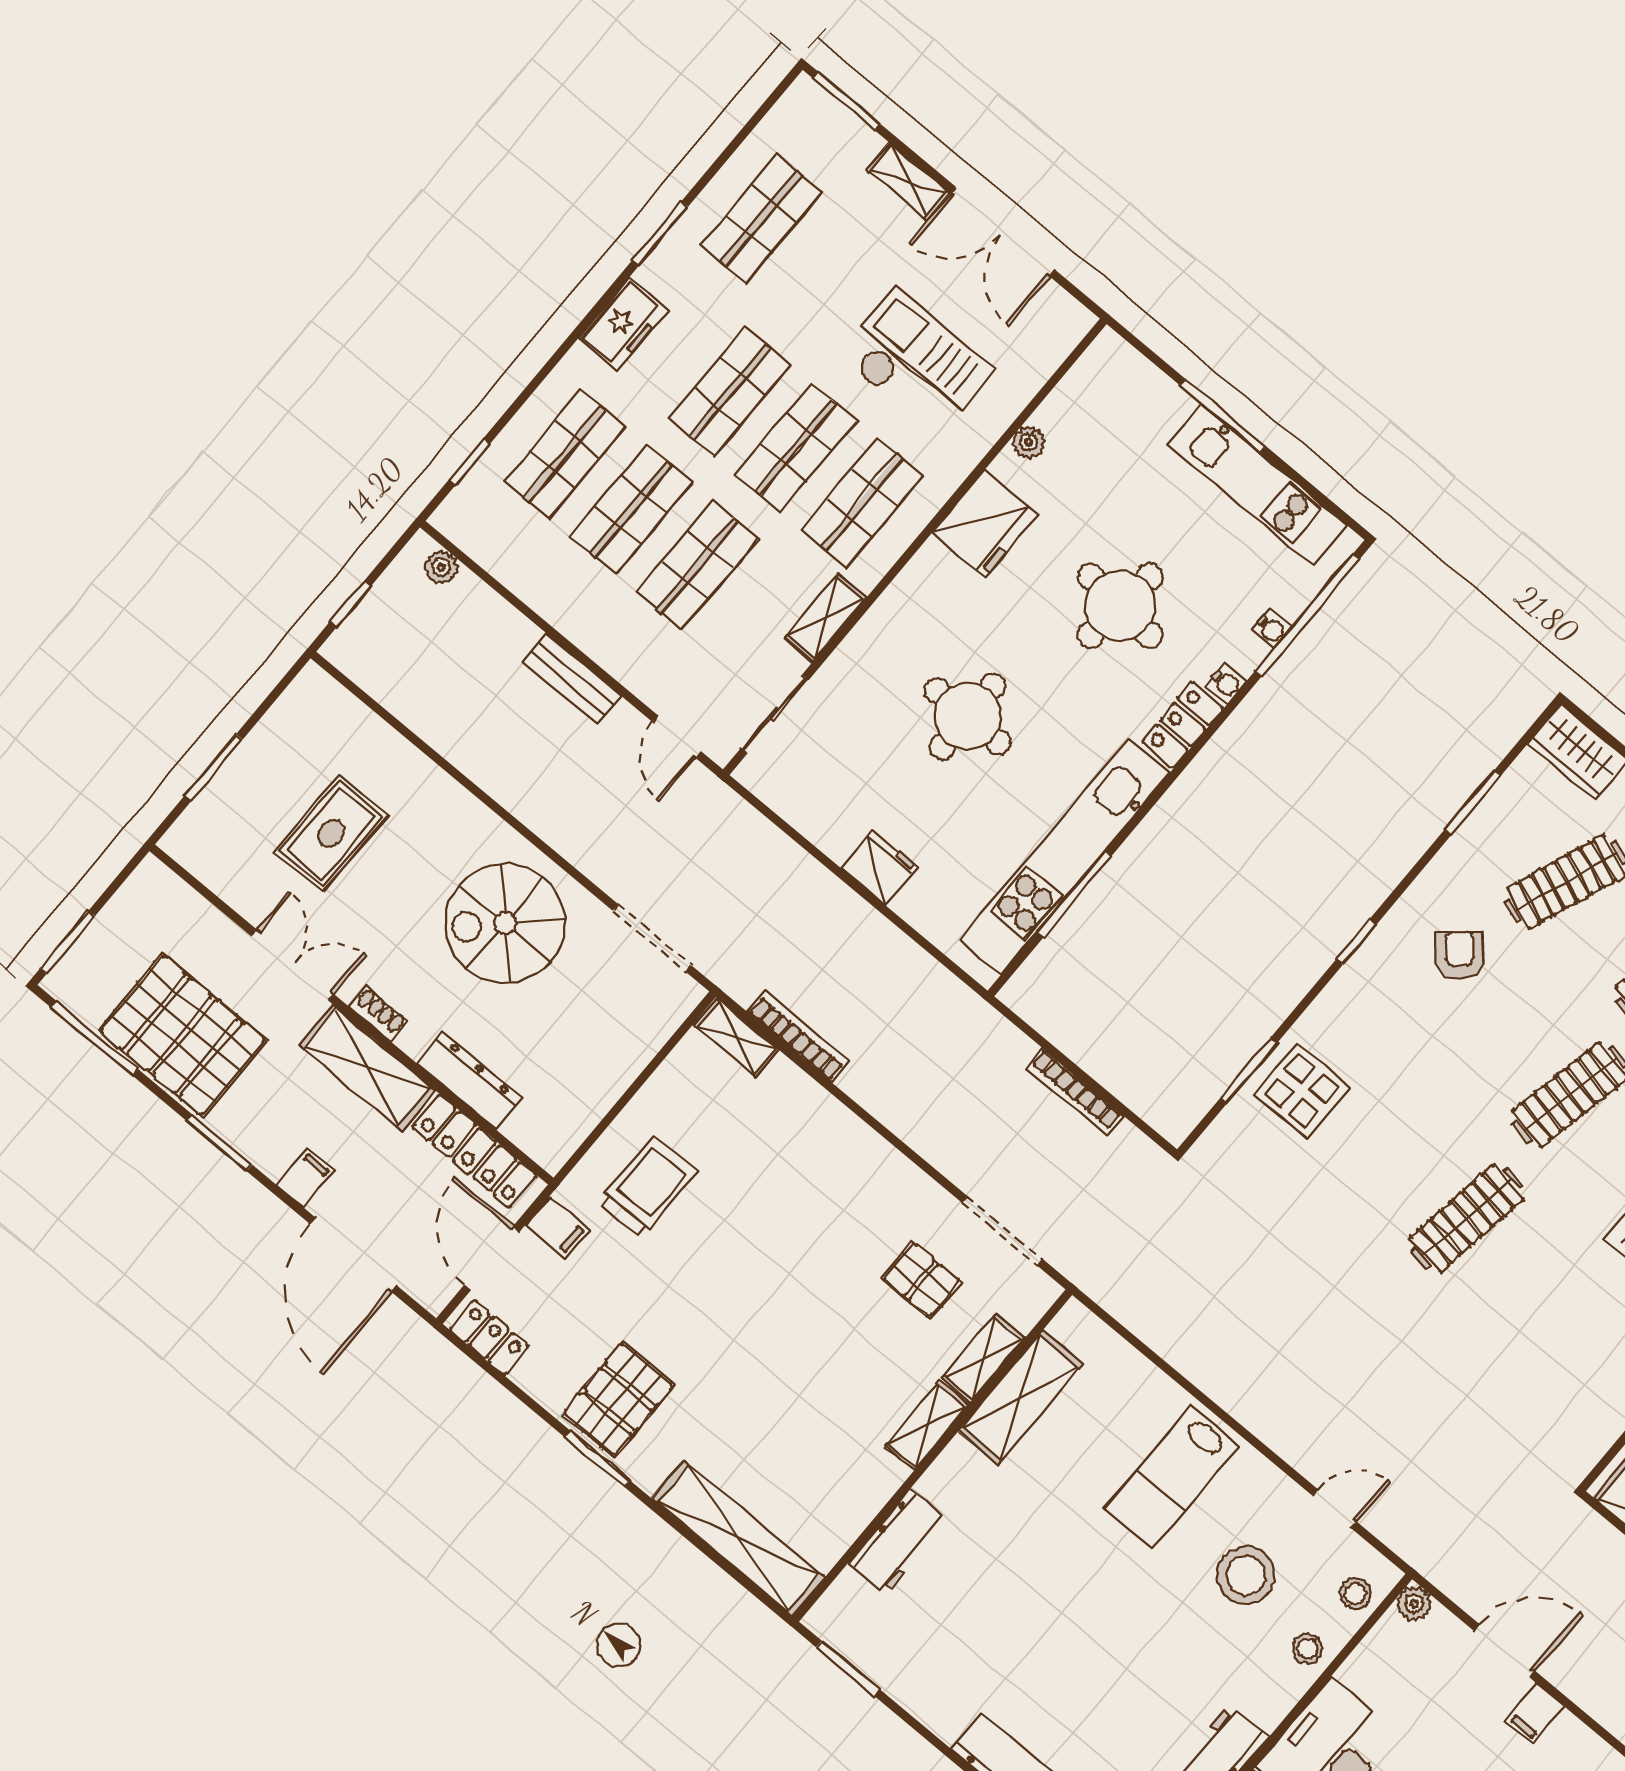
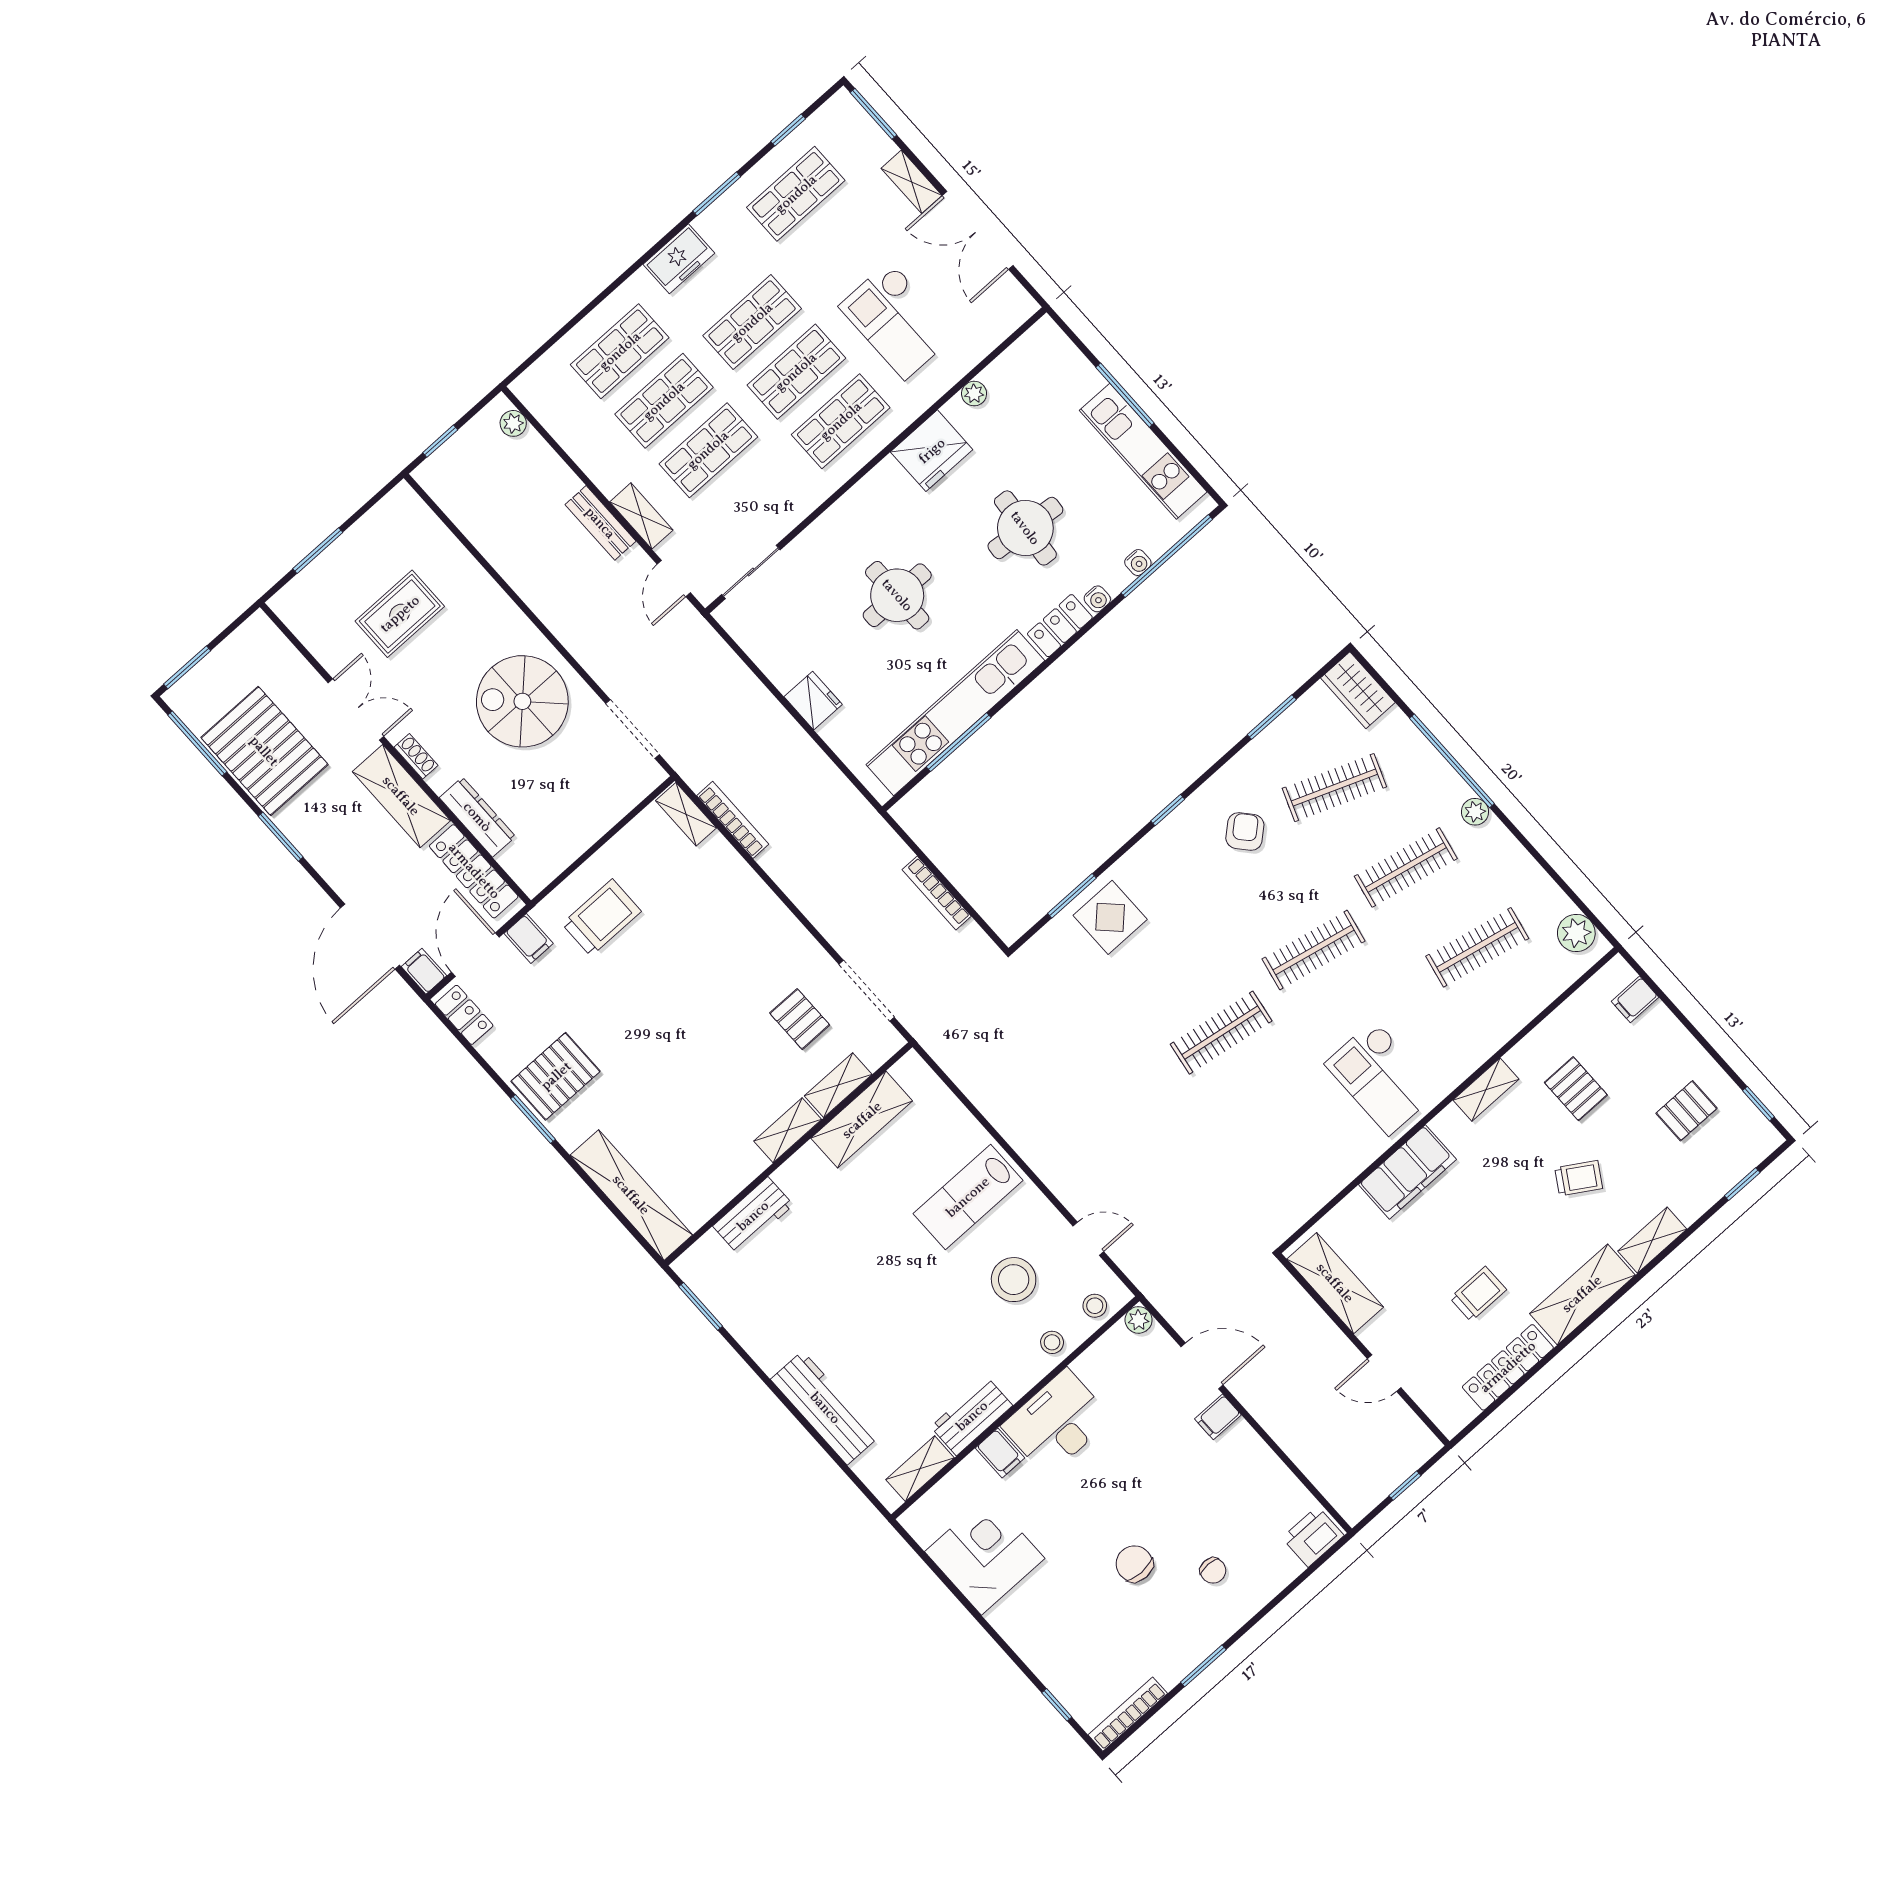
checkout: (916, 362) -> (897, 320), turned 180
window: (469, 462) -> (788, 130), moved
shelving: (826, 617) -> (641, 516), moved, turned 90
filing cabinet: (305, 1178) -> (424, 971), moved, turned -90

